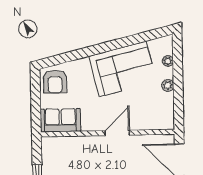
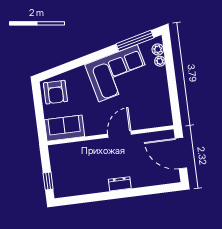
window: (144, 37) -> (135, 41), added
plant: (168, 85) -> (158, 49), moved

